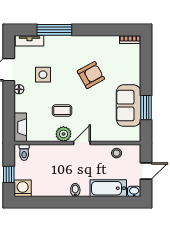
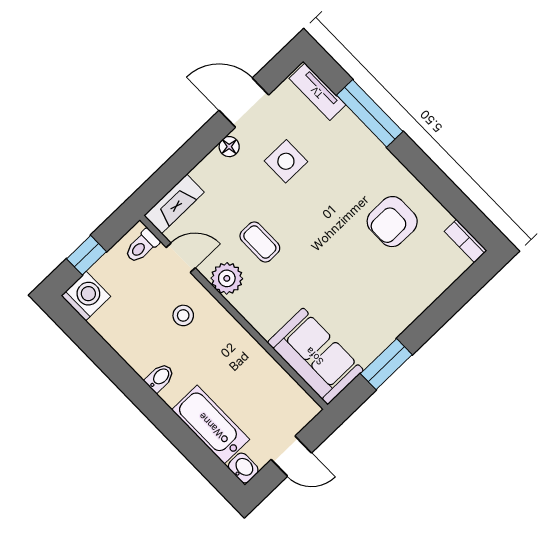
armchair: (91, 75) -> (392, 222), moved, turned 119
sofa: (129, 106) -> (315, 356), moved, turned 90
door: (82, 143) -> (181, 258), moved
stool: (117, 153) -> (183, 315), moved

